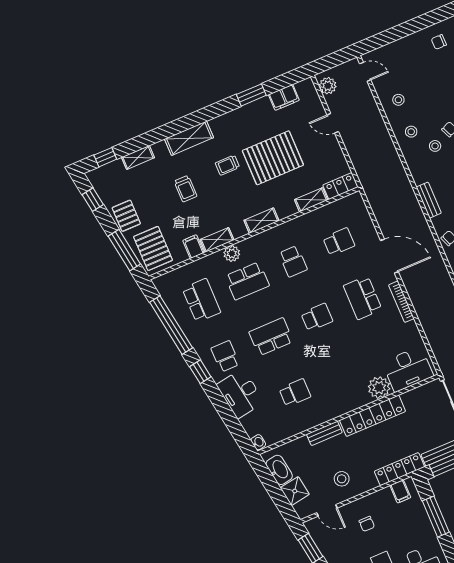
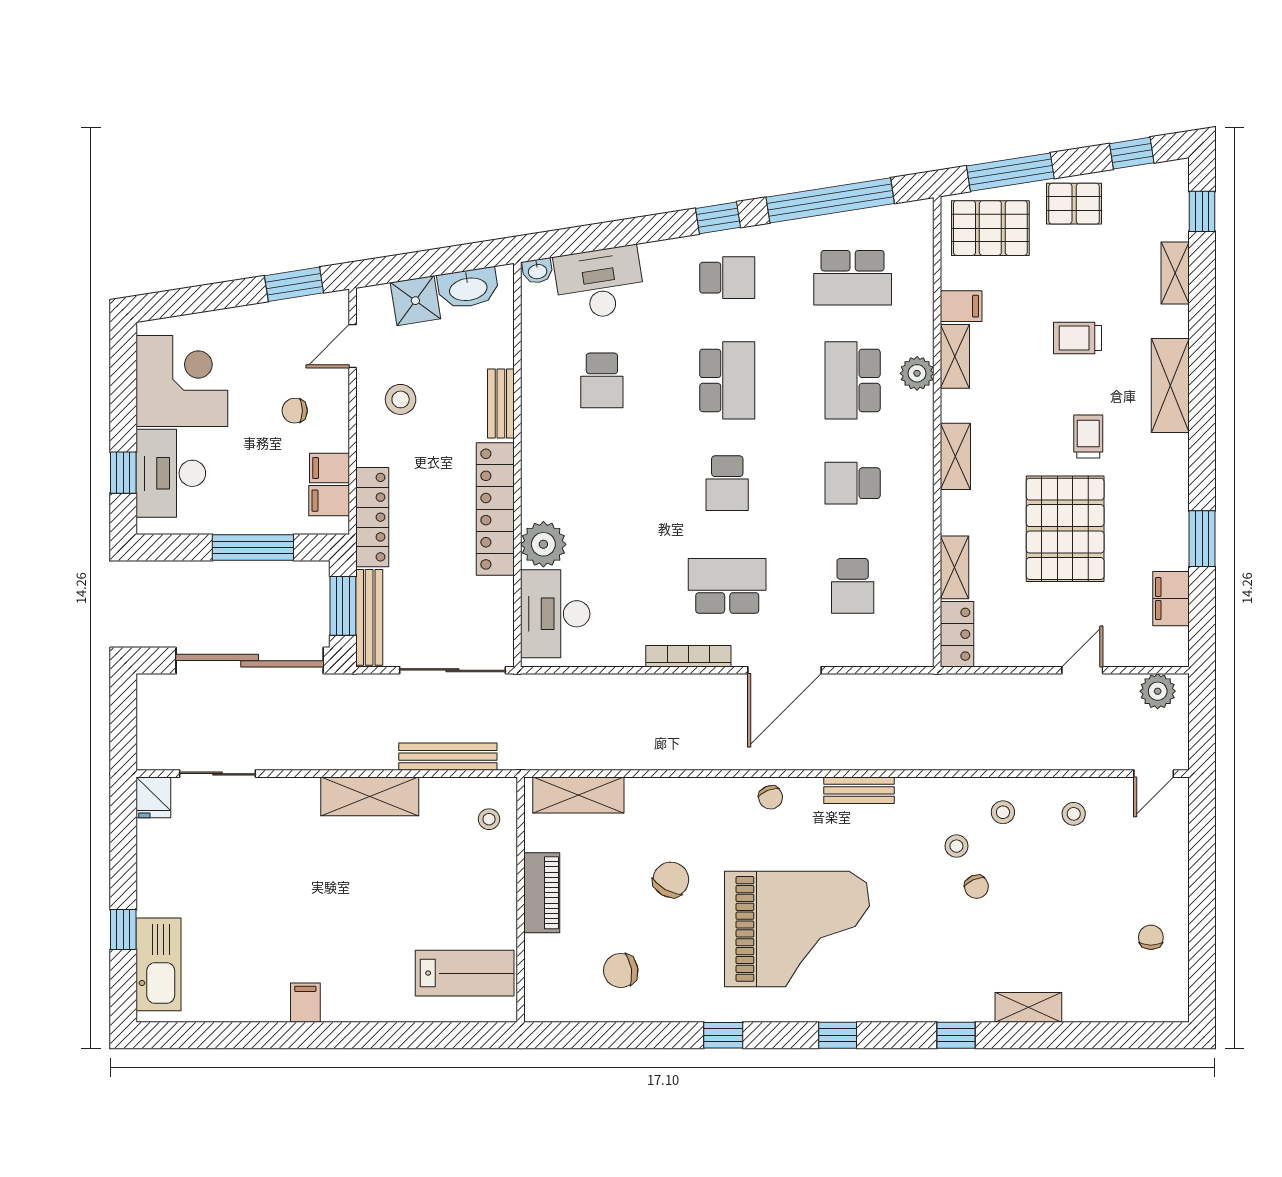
desk: (240, 393) -> (600, 283), moved
filing cabinet: (386, 497) -> (329, 468), added

